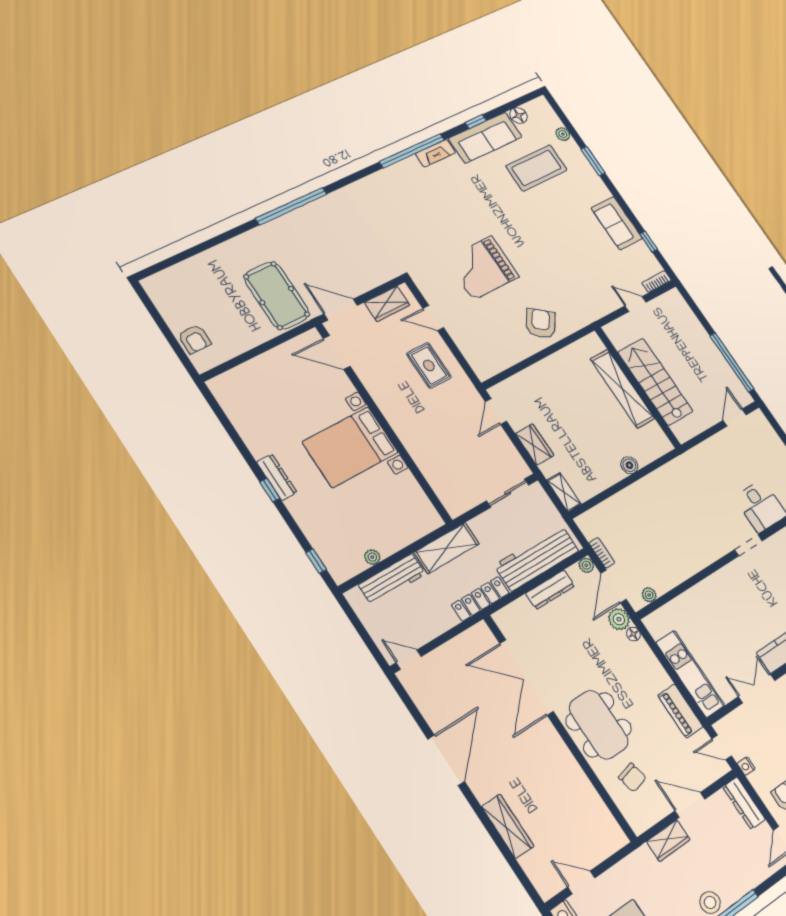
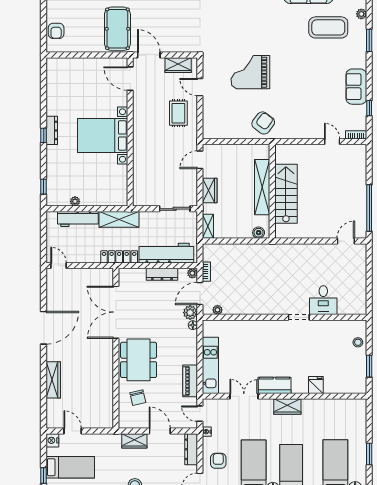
stairs: (655, 382) -> (286, 194), moved
wall: (638, 388) -> (272, 191), moved
shelving: (622, 389) -> (262, 187), moved

